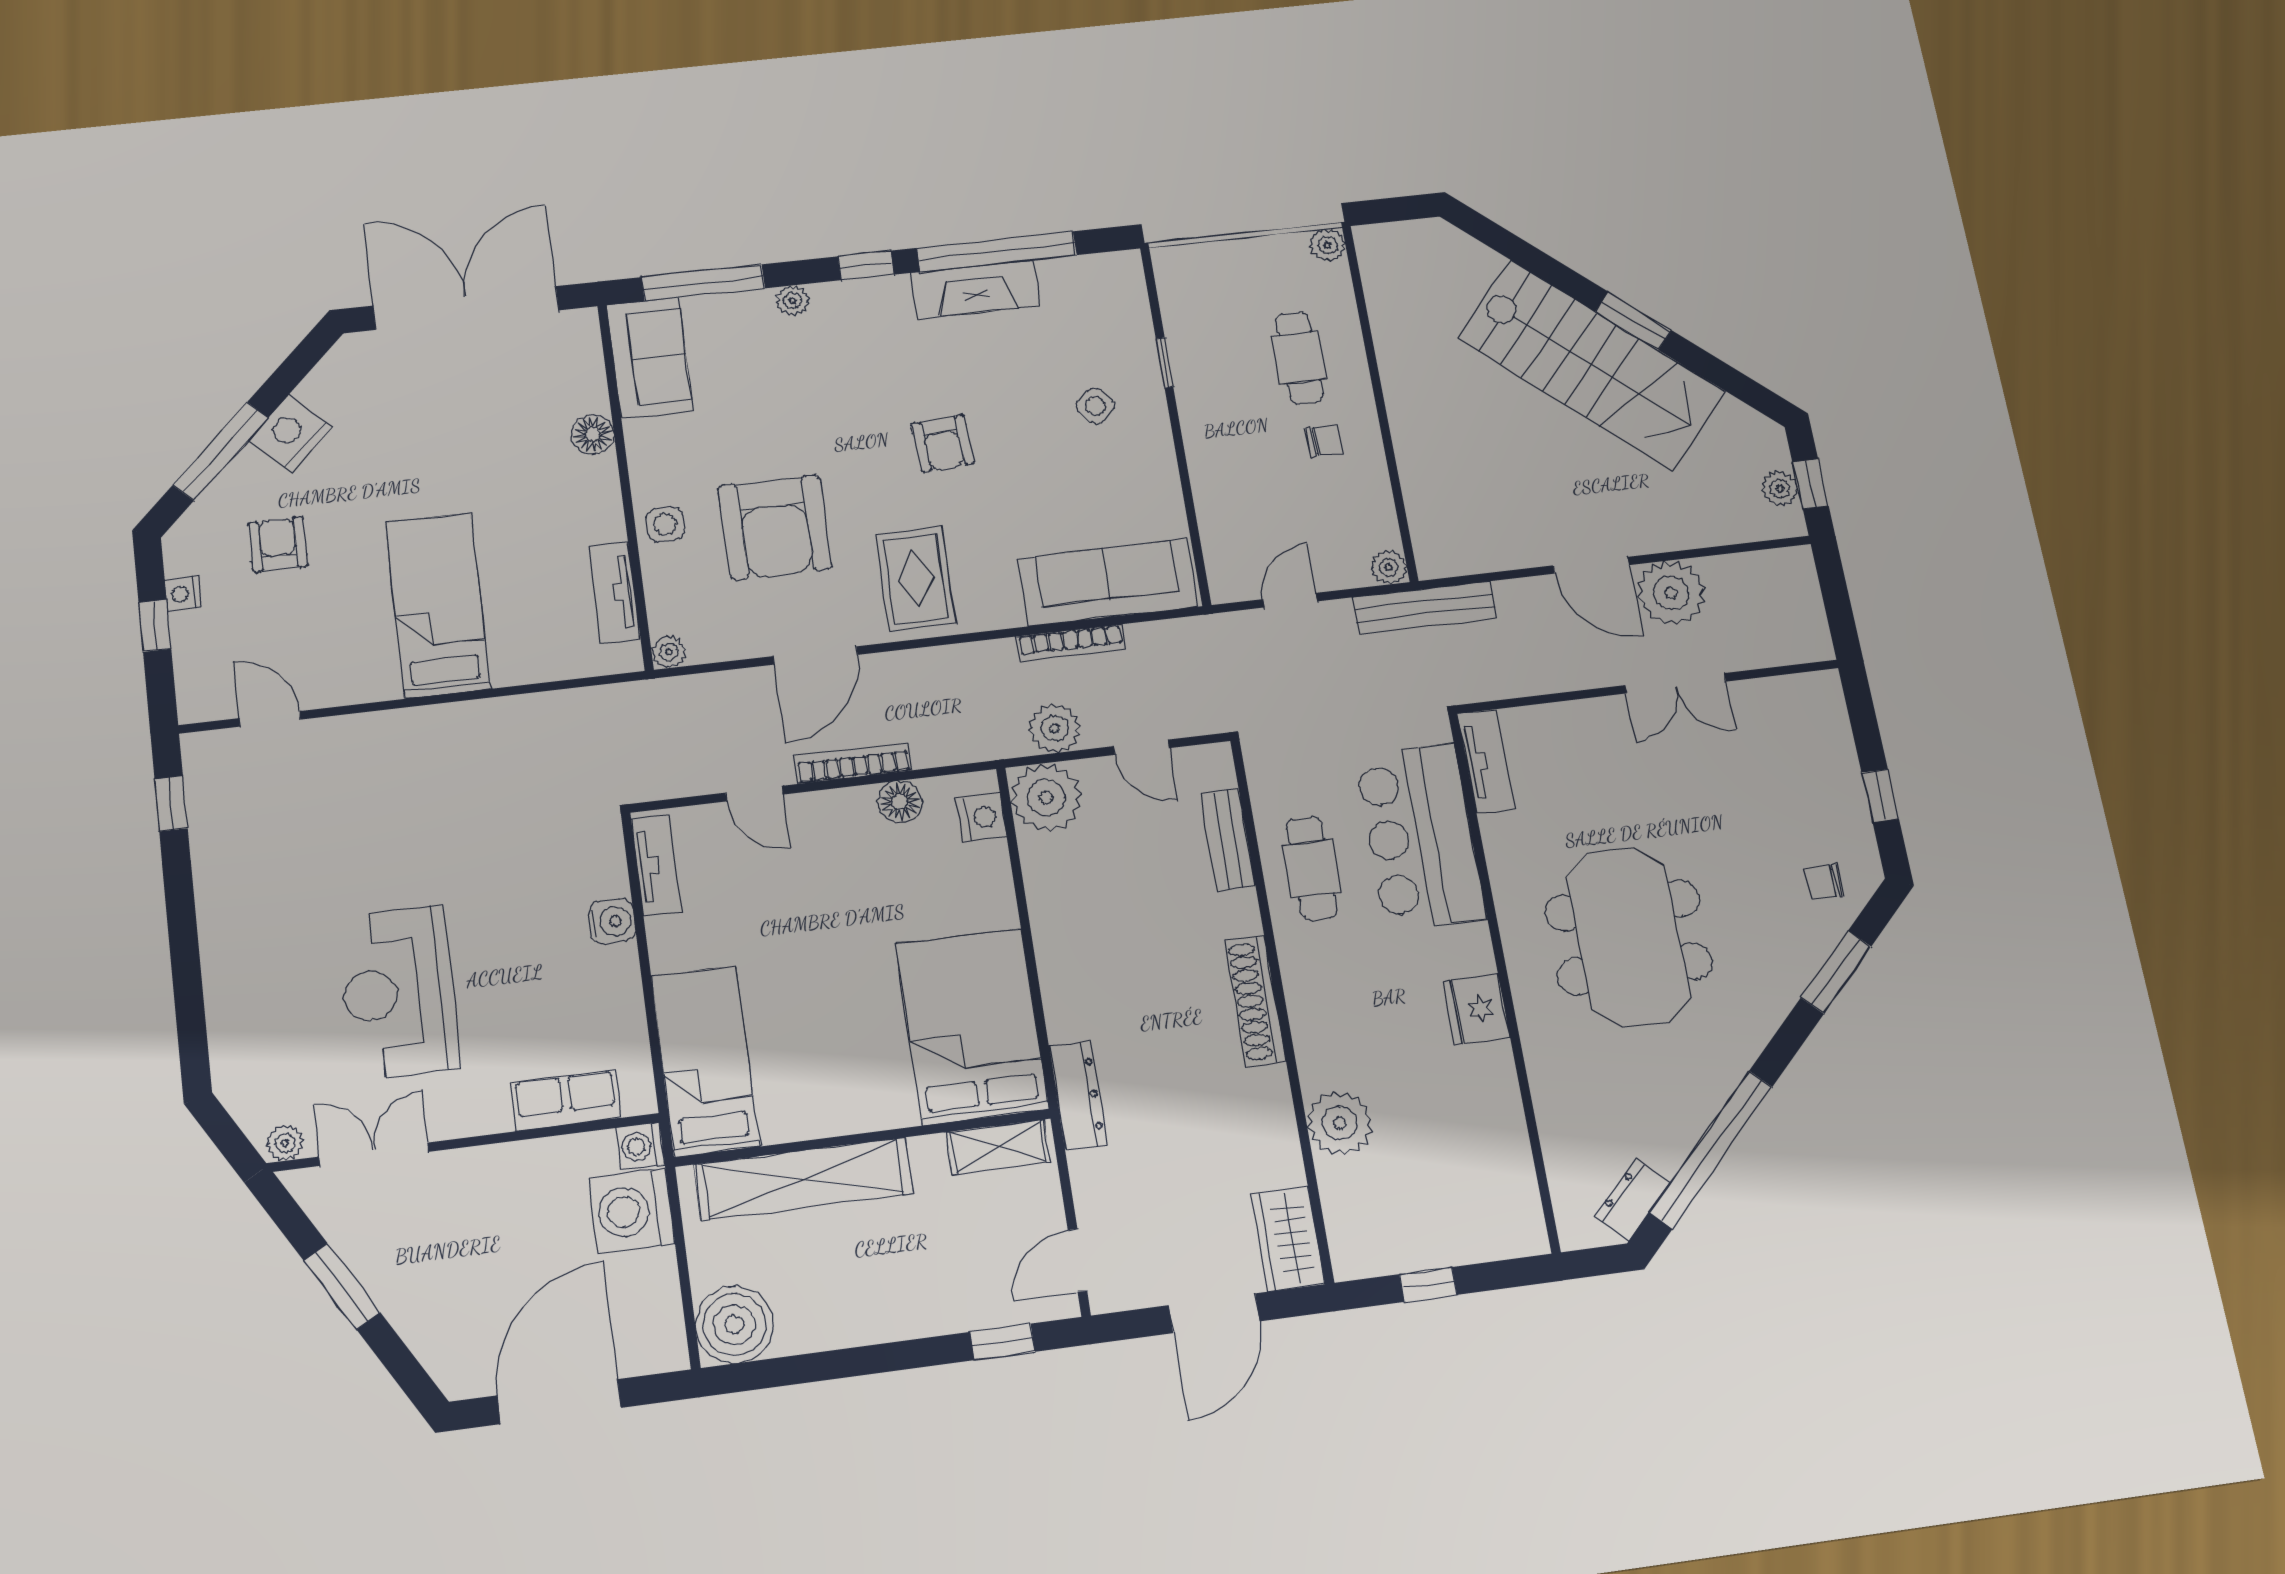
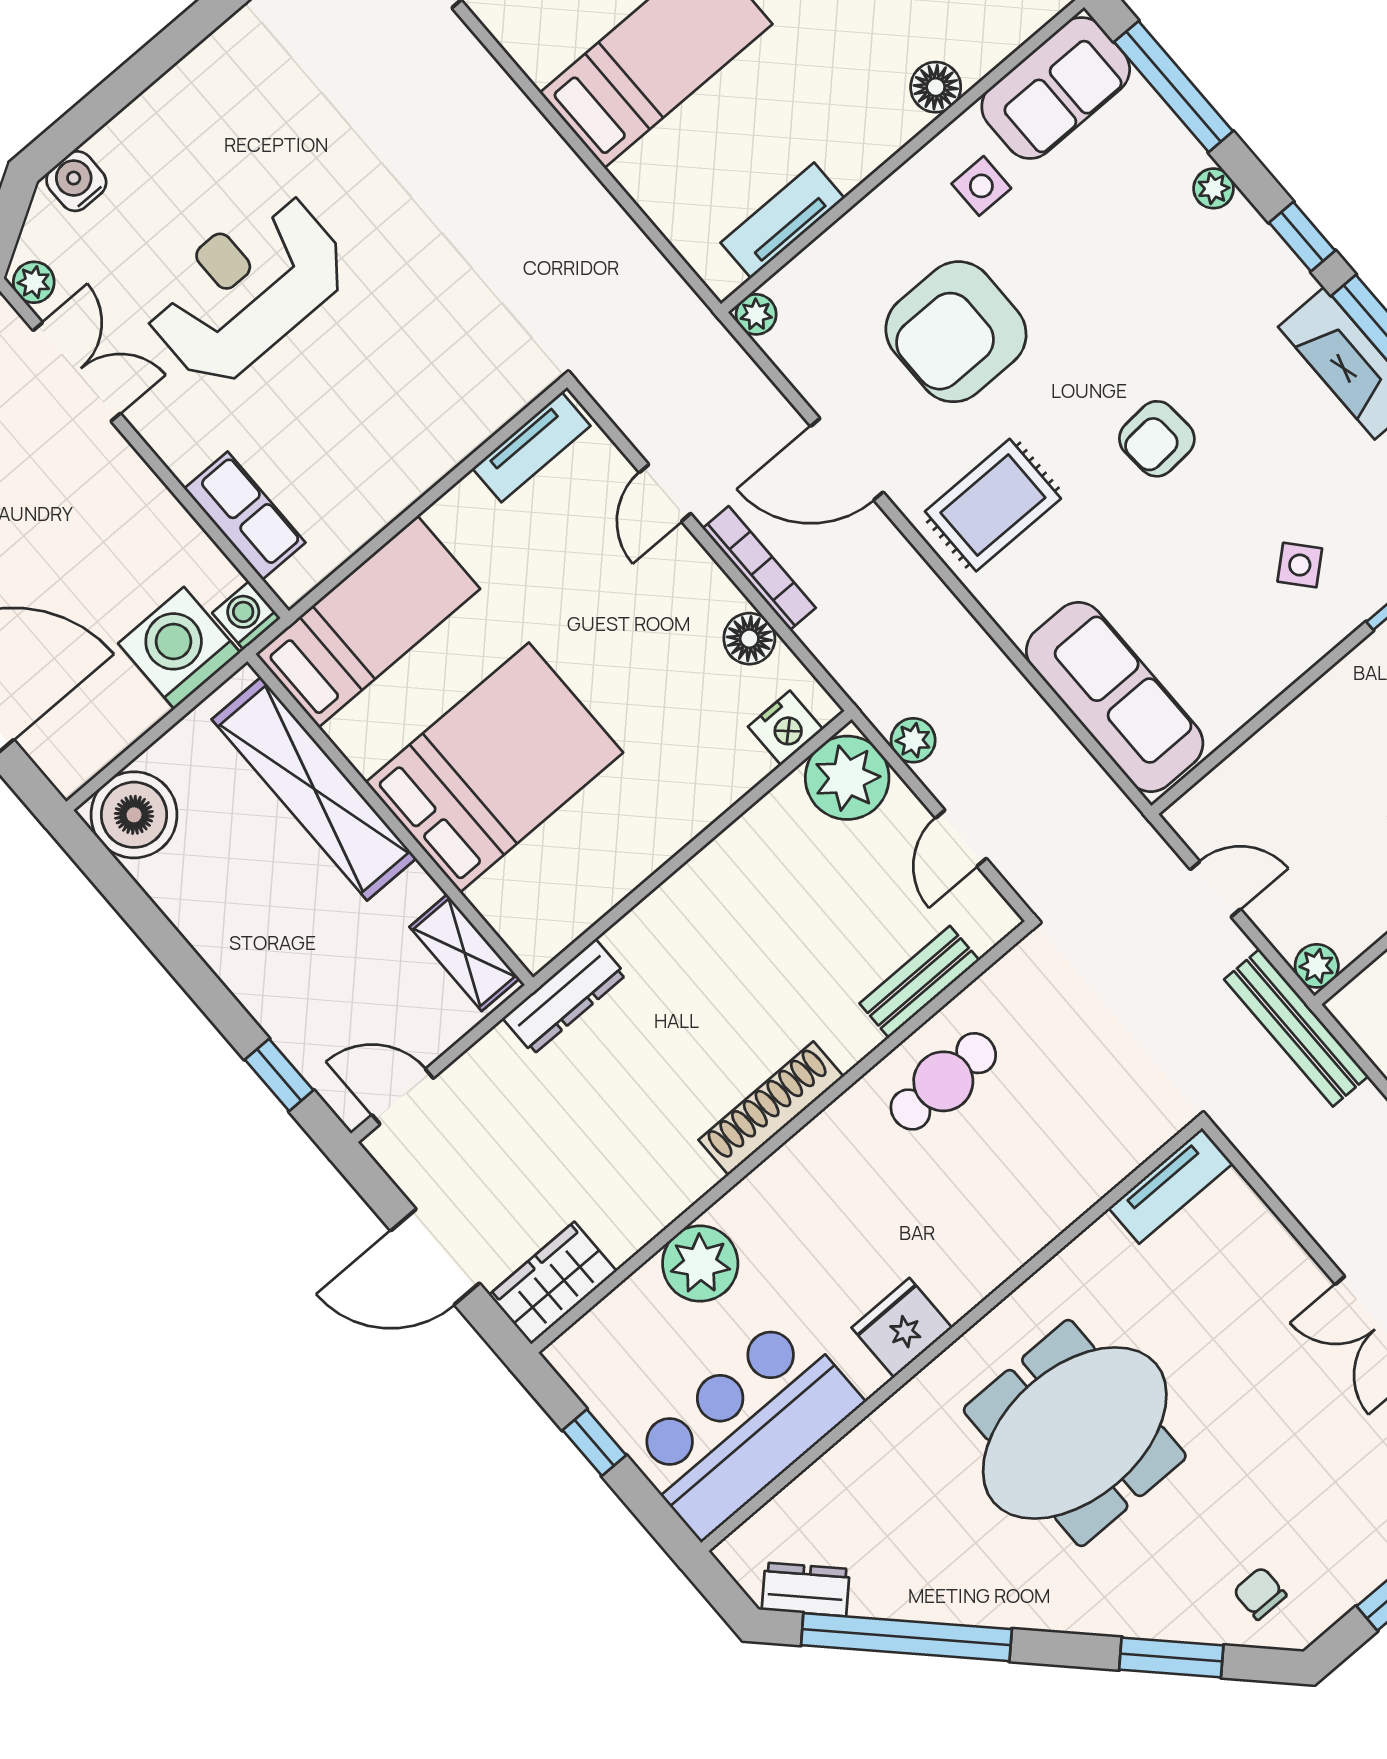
side table: (665, 524) -> (981, 186), moved
bookcase: (1071, 643) -> (1026, 701), removed
plant: (1055, 728) -> (913, 740), width x0.73, depth x0.73
bar counter: (1420, 837) -> (744, 1427), moved
water cooler: (612, 921) -> (76, 181), moved, turned 180
bed: (972, 1026) -> (494, 767), moved

